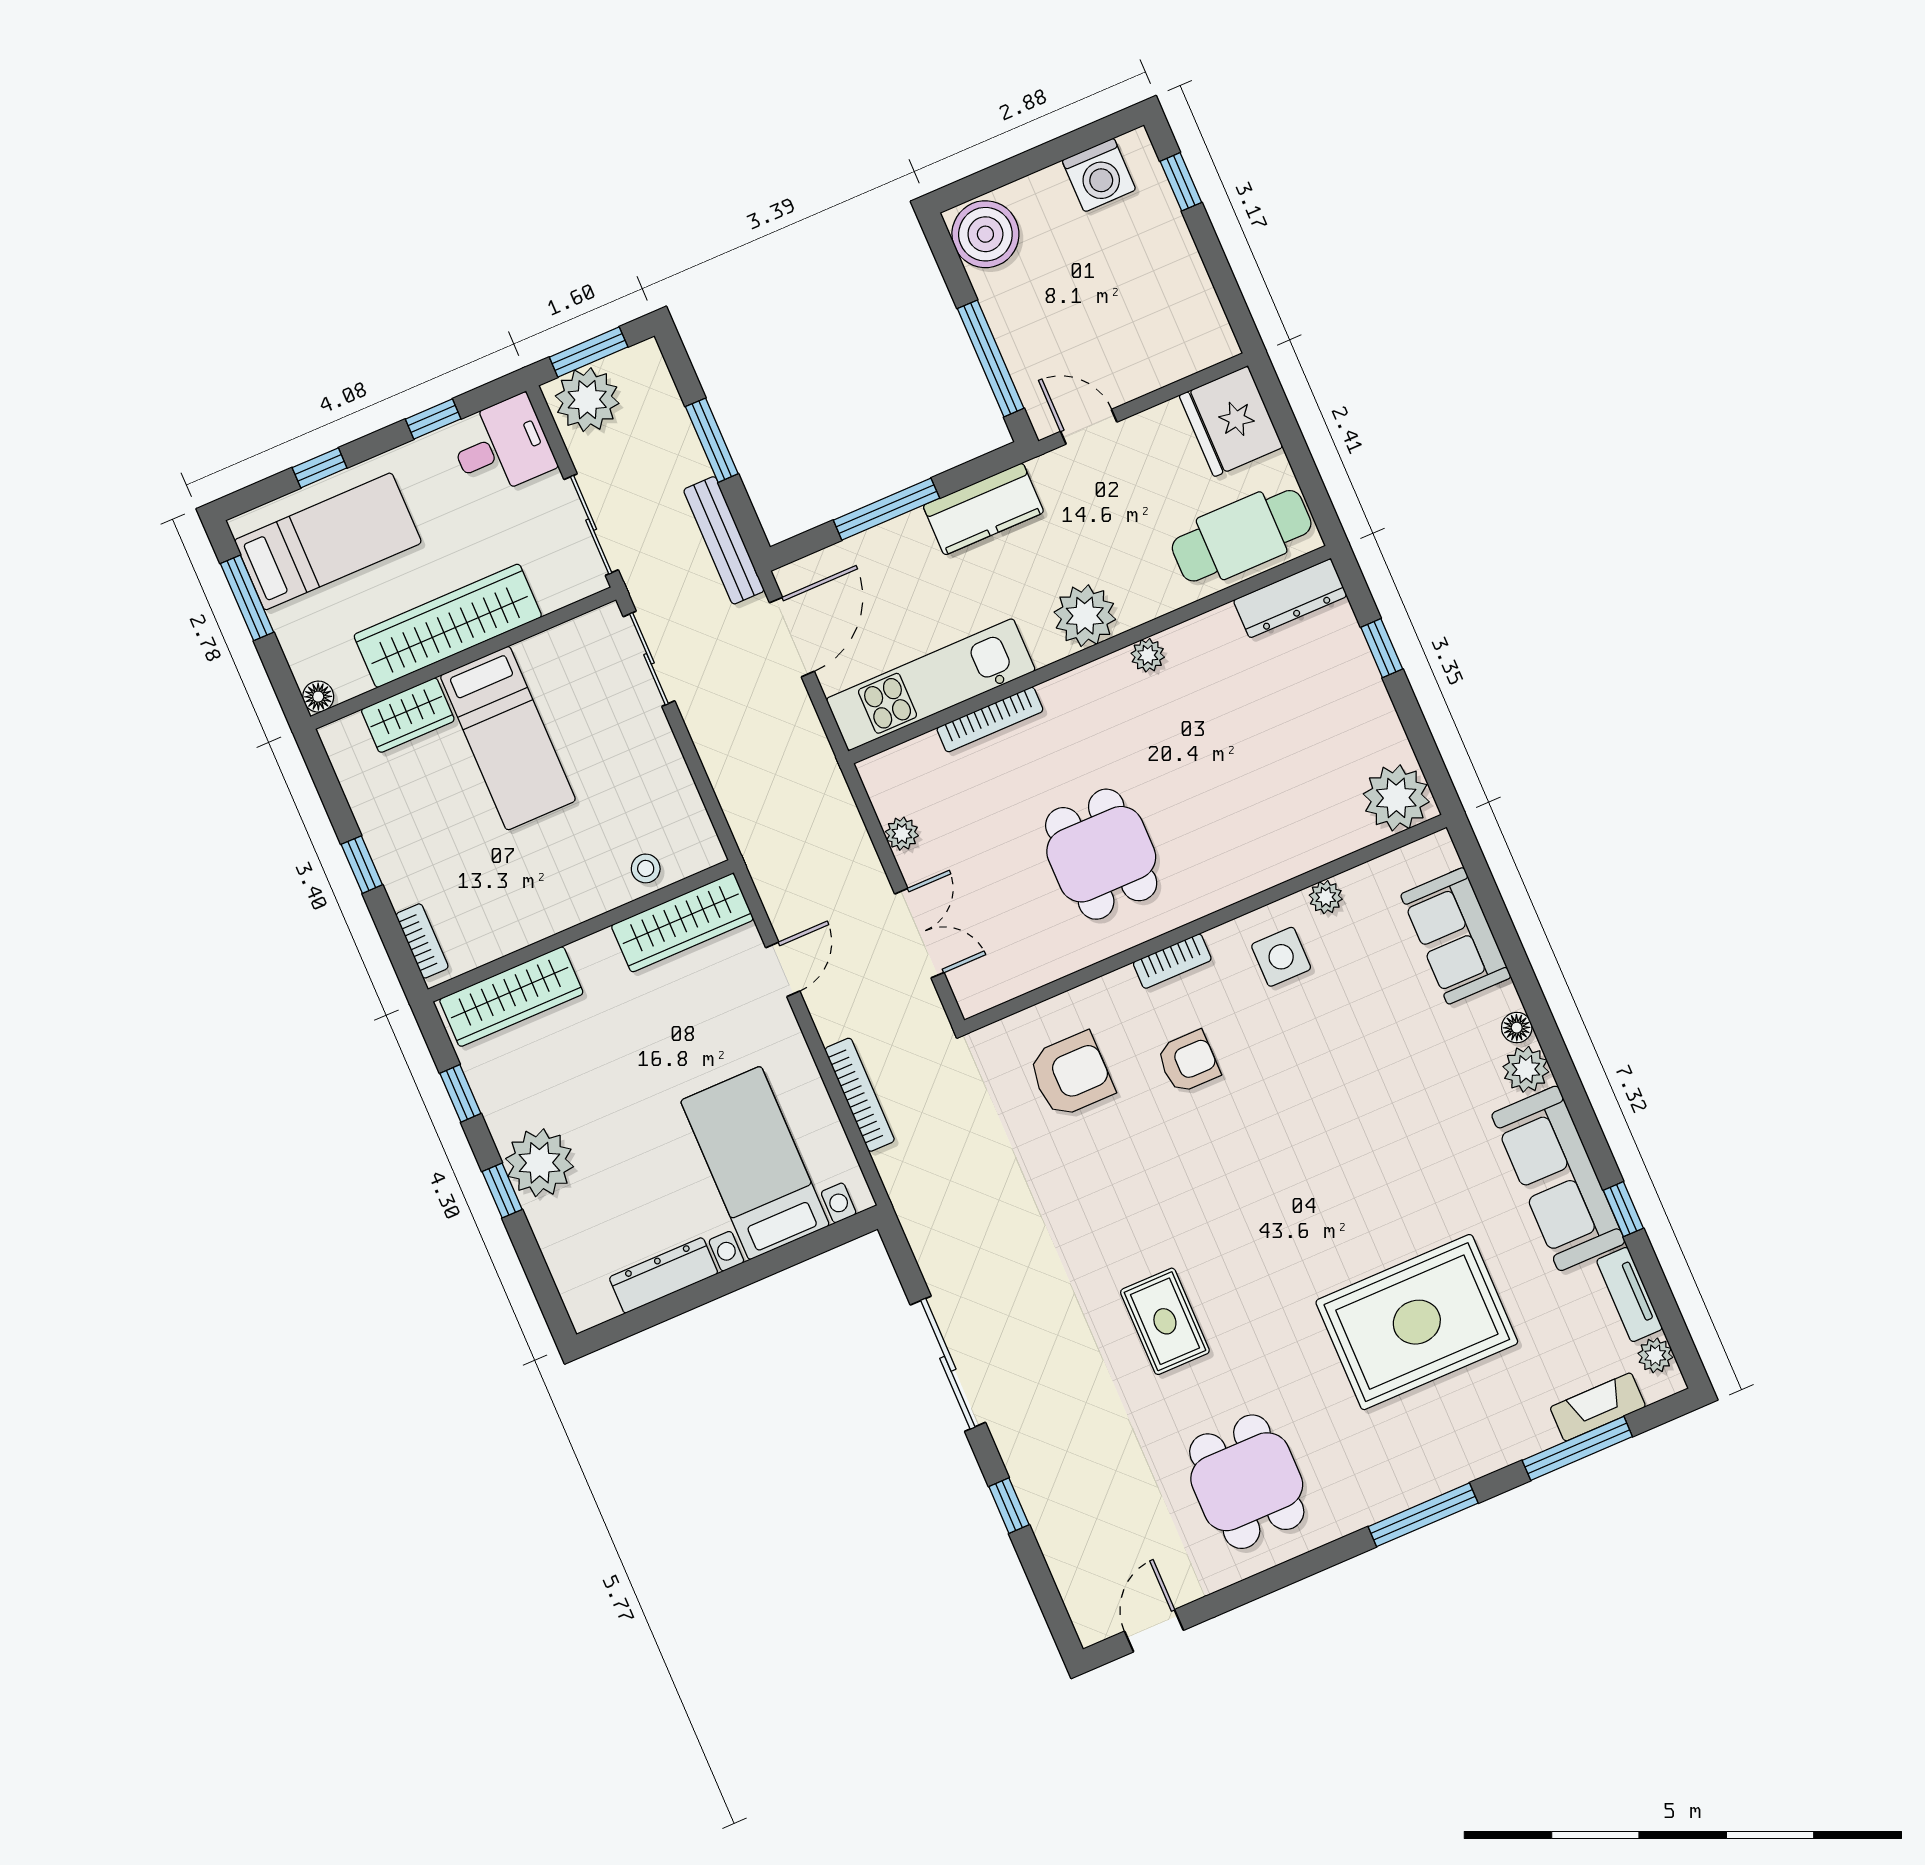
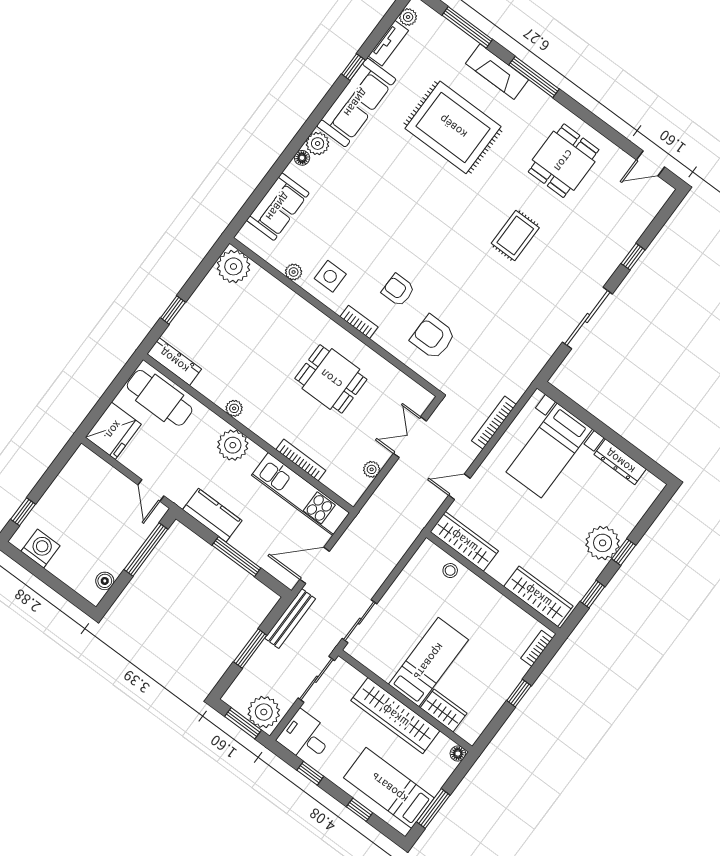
boiler: (985, 234) -> (105, 581), width x0.54, depth x0.54
dining table: (1101, 854) -> (331, 379), turned 90
fireplace: (1598, 1407) -> (497, 72), moved, width x1.37, depth x1.32

